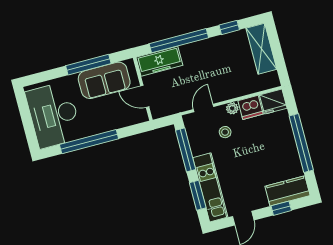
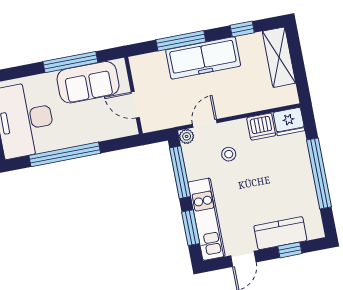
window: (179, 41) -> (181, 41), width x0.68
freezer: (159, 61) -> (203, 58), moved, width x1.36, depth x1.26
plant: (232, 108) -> (187, 136), moved
kitchen counter: (287, 191) -> (280, 233), moved

